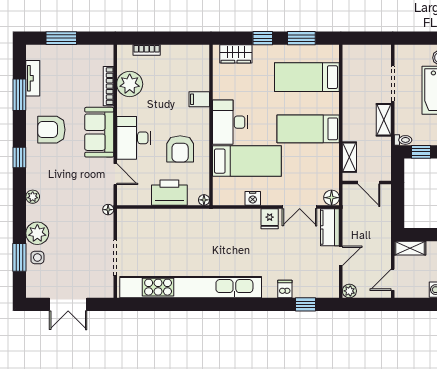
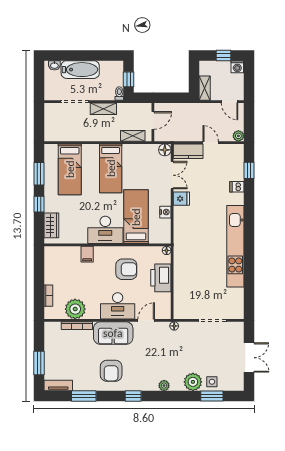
tv unit: (33, 78) -> (58, 385), moved
kitchen unit: (191, 287) -> (235, 246), width x0.73

